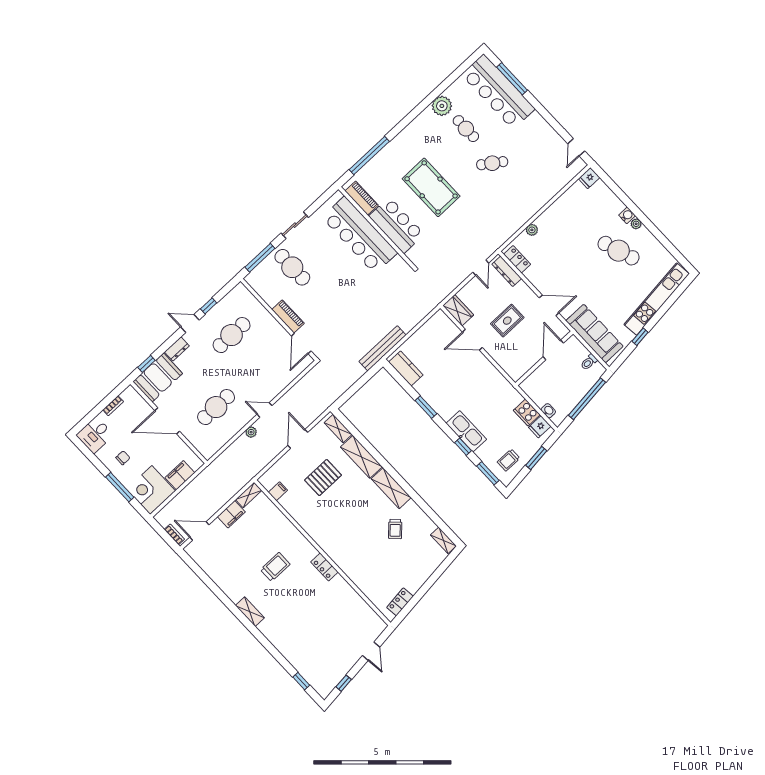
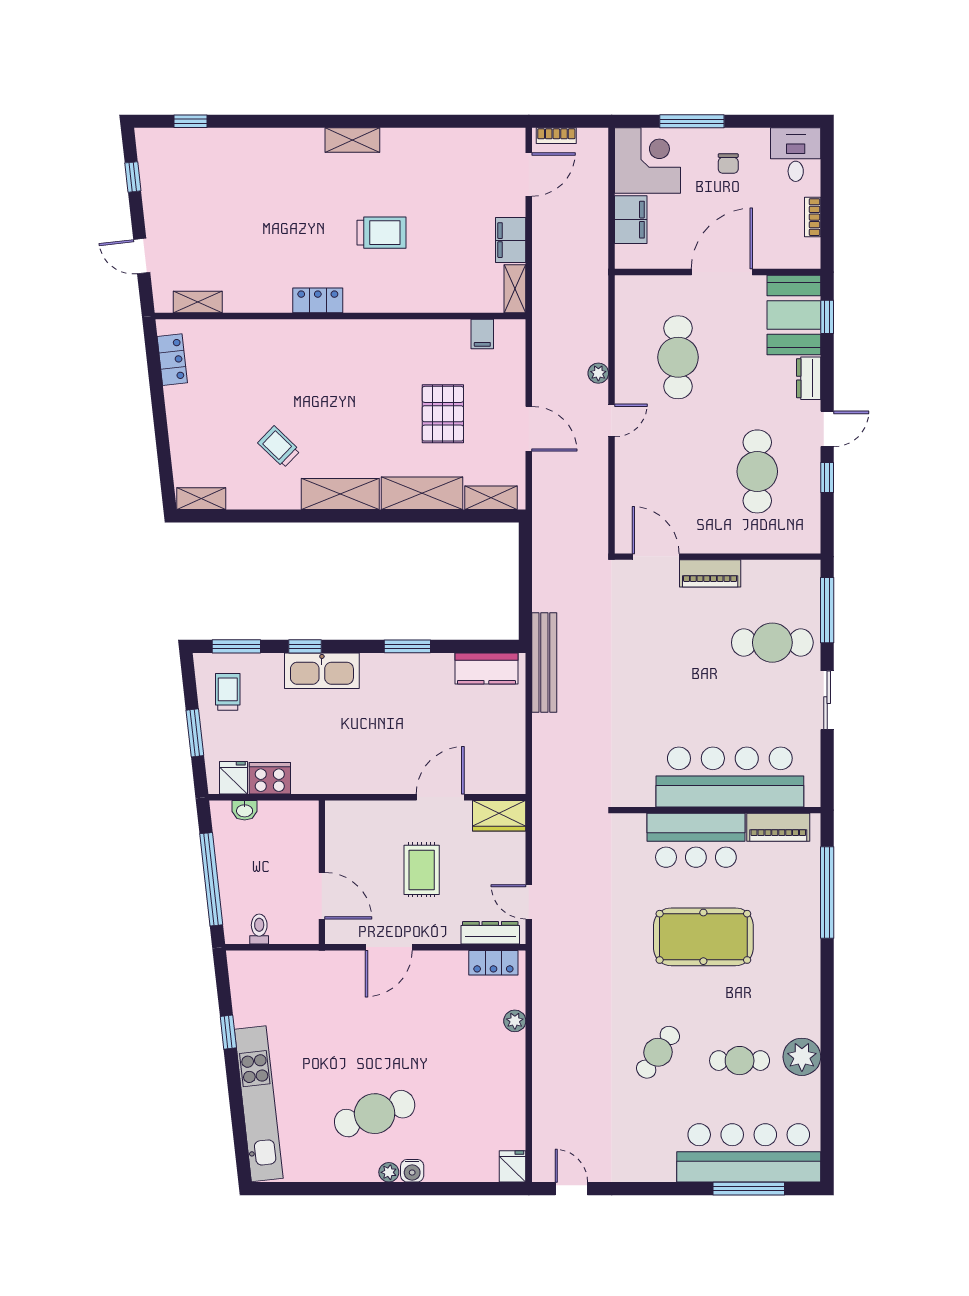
sofa: (595, 333) -> (291, 974), removed
trolley: (275, 567) -> (381, 233), turned -90
shelving: (369, 613) -> (198, 302), added

